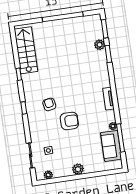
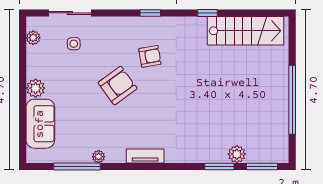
armchair: (69, 121) -> (118, 86), turned -126
sofa: (111, 146) -> (40, 124), moved, turned 90

